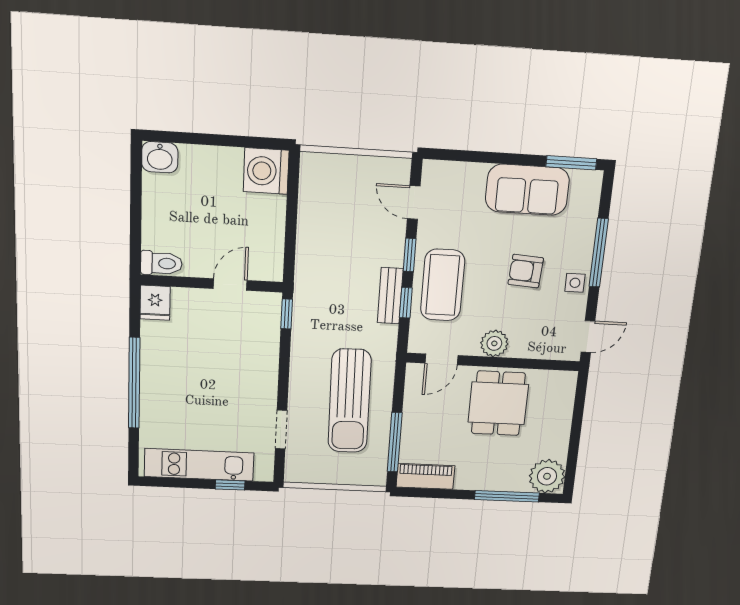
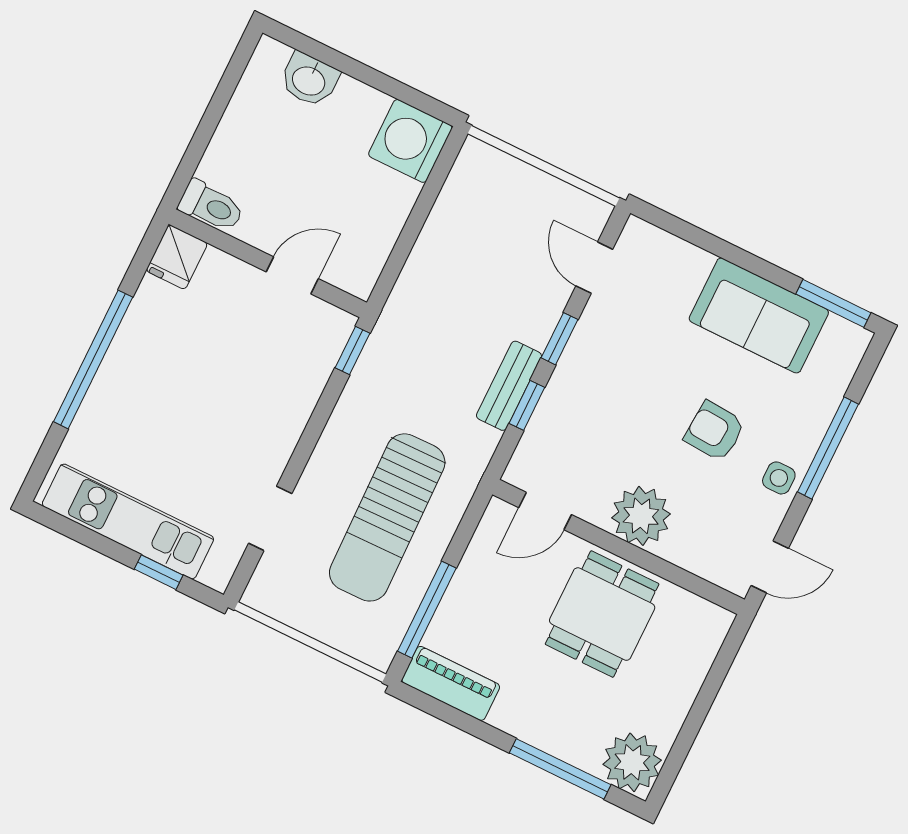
washbasin: (160, 157) -> (309, 80), moved
coffee table: (443, 285) -> (589, 402), removed
plant: (494, 343) -> (641, 516), width x1.36, depth x1.36

